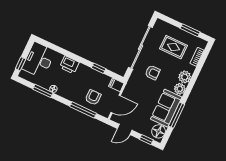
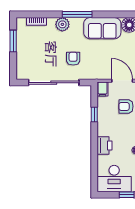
rug: (174, 47) -> (38, 50), removed
plant: (180, 89) -> (77, 24), removed
window: (177, 115) -> (77, 14), moved

